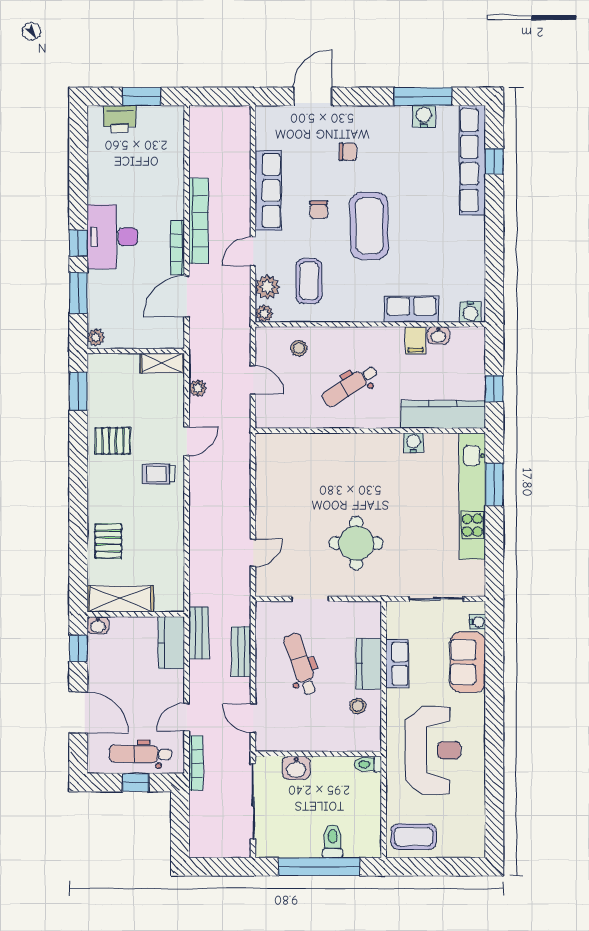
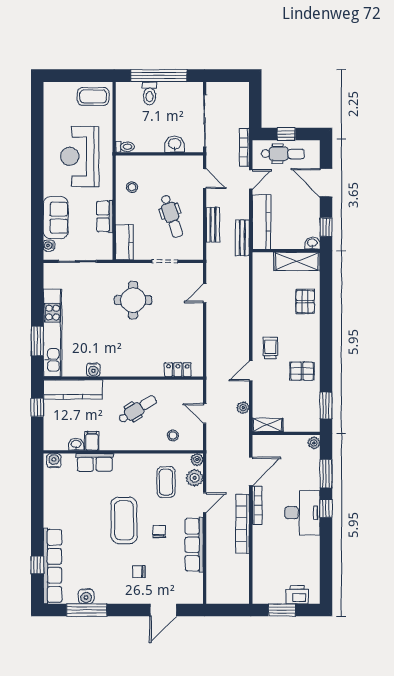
locker: (292, 443) -> (178, 370), added
trolley: (158, 474) -> (270, 348), turned -90
kitchen counter: (171, 643) -> (261, 222), width x1.50
kitchen counter: (369, 664) -> (124, 242), moved

